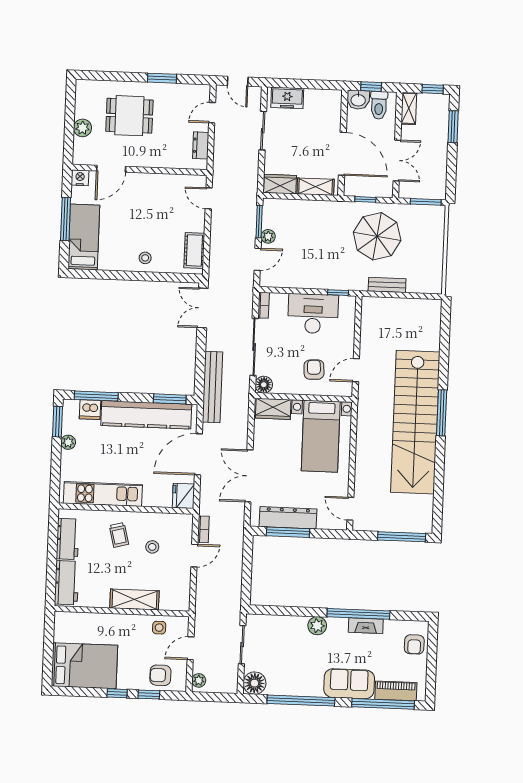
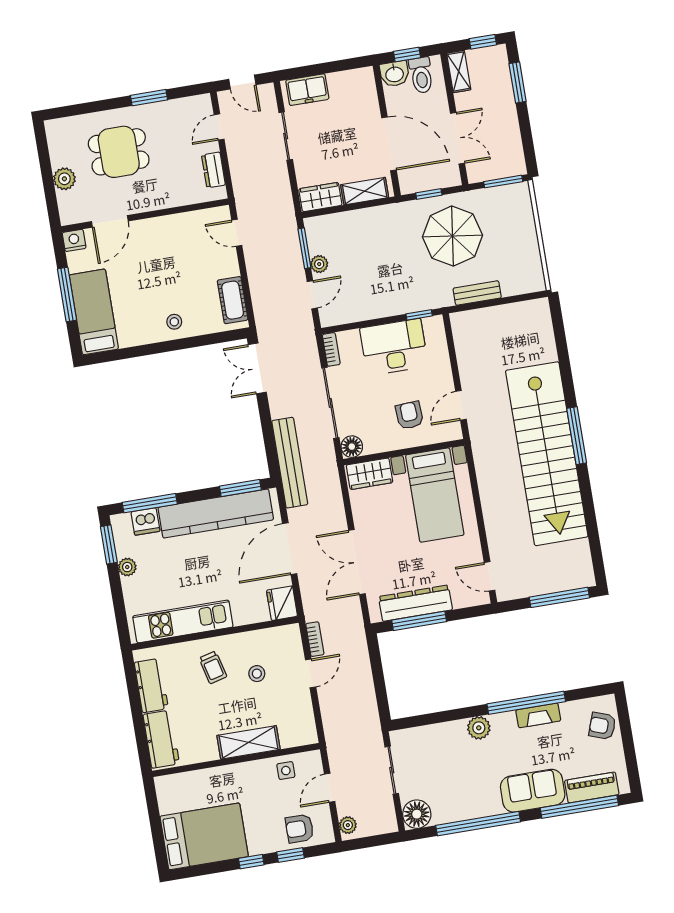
armchair: (414, 644) -> (602, 726), turned 110

